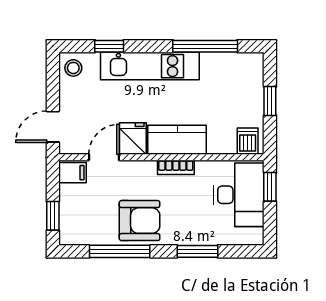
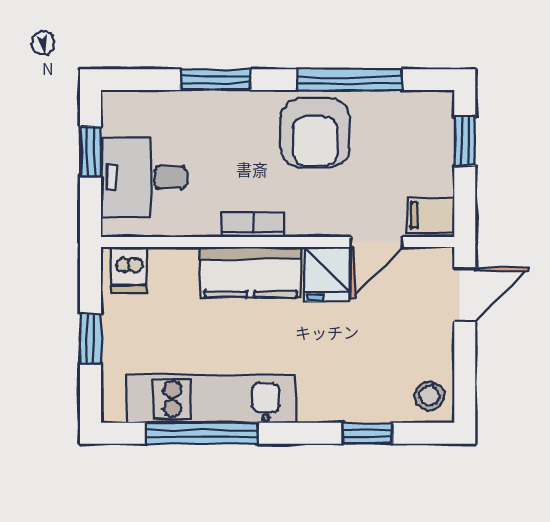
kitchen unit: (150, 66) -> (212, 399), moved
window: (270, 187) -> (91, 151), moved
desk: (239, 195) -> (144, 177), width x0.73
armchair: (140, 221) -> (315, 133), turned -90

